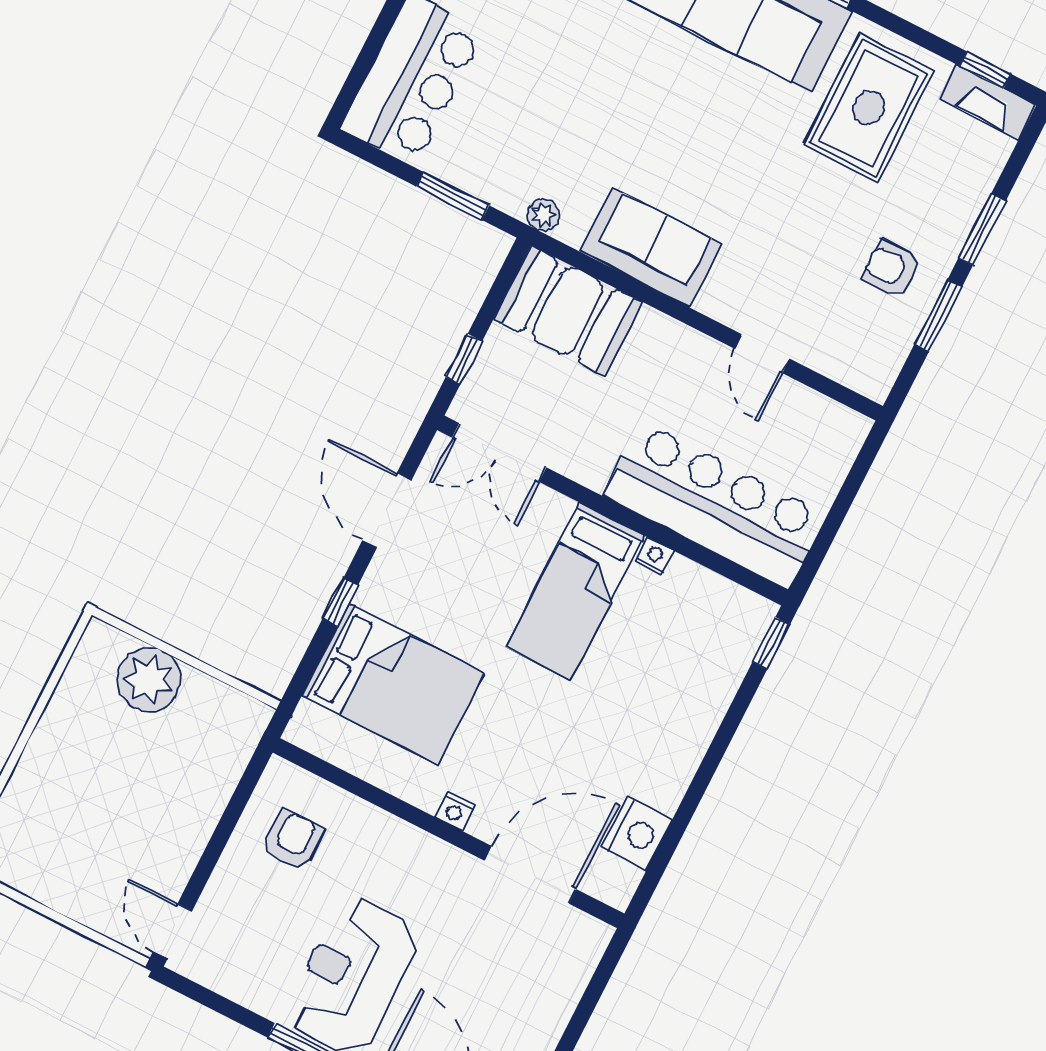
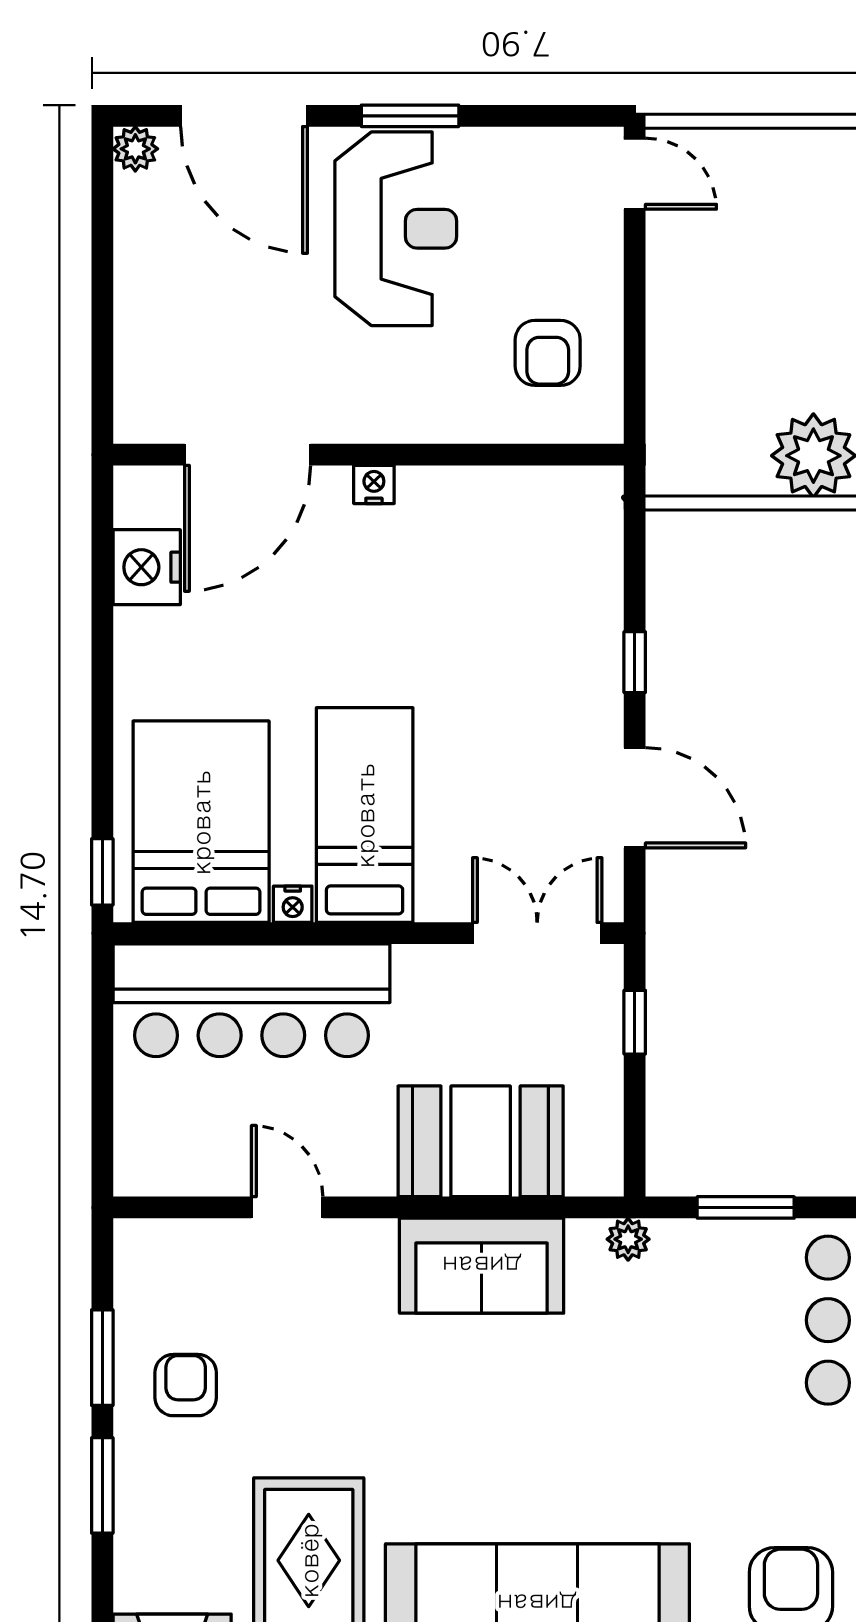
armchair: (891, 269) -> (186, 1385), turned -90
booth: (568, 311) -> (481, 1141), moved
bed: (393, 684) -> (201, 822), moved, turned 90

